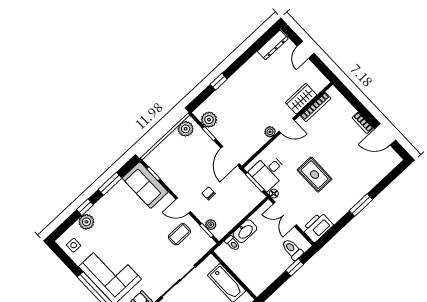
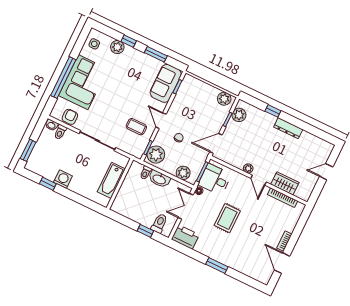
dresser: (273, 45) -> (288, 128), moved
plant: (248, 203) -> (183, 173), added
plant: (211, 225) -> (156, 155), width x1.88, depth x1.88

